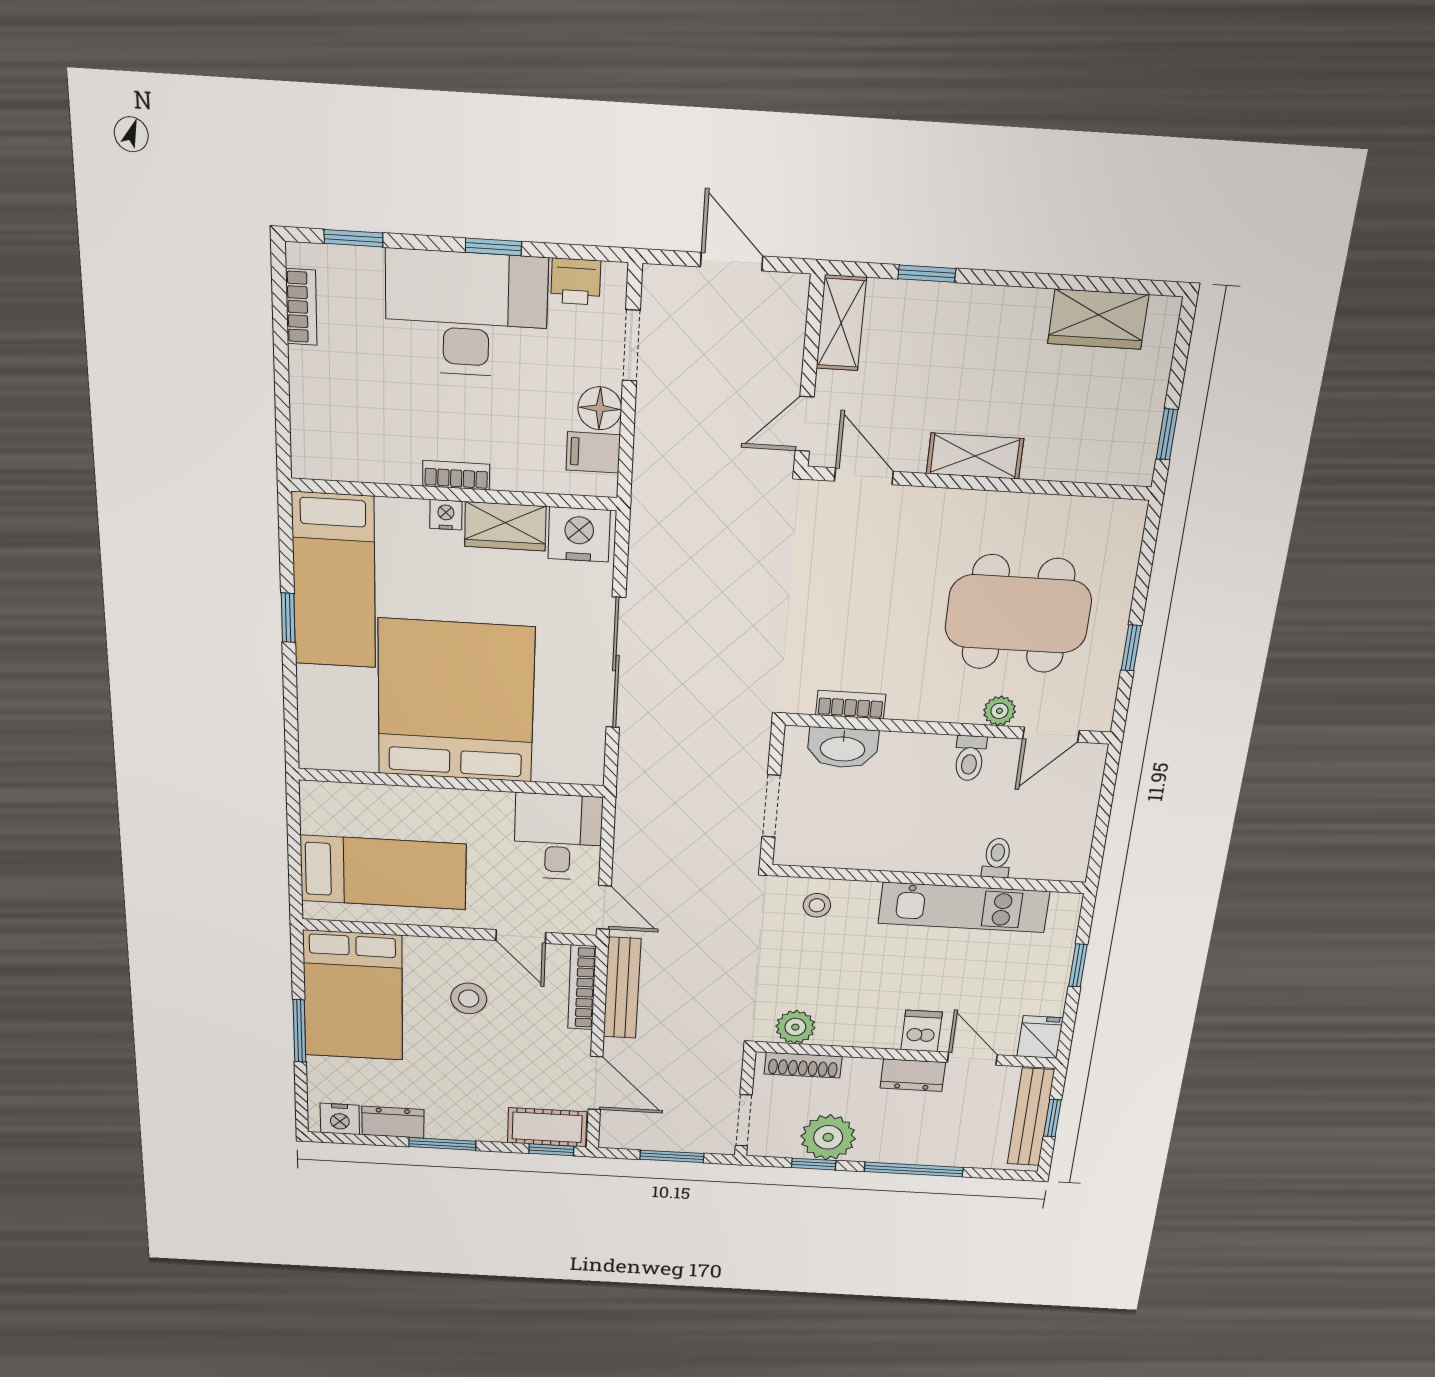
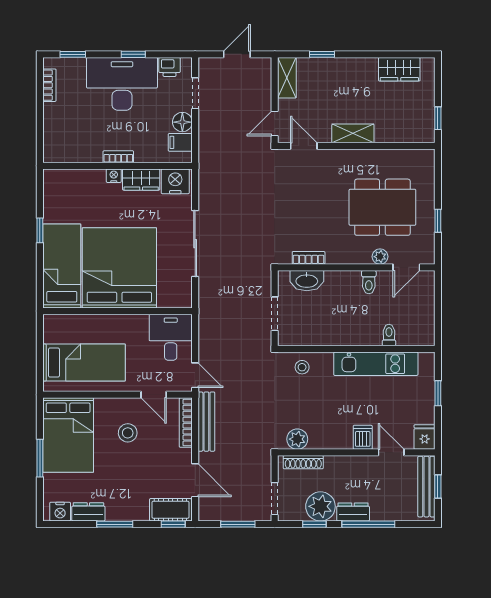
door: (732, 262) -> (237, 54), hinge flipped
bed: (334, 581) -> (62, 266), moved, turned 180
dresser: (913, 1075) -> (353, 512), moved, turned 180

